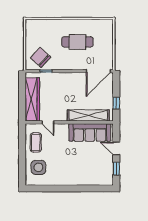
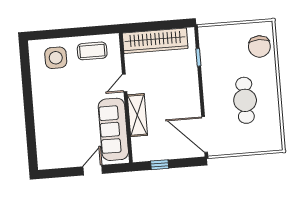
chair: (41, 57) -> (259, 47), moved, turned 137
shelving: (88, 115) -> (137, 115), width x0.68
door: (48, 122) -> (125, 83), moved
window: (116, 169) -> (63, 172), removed

